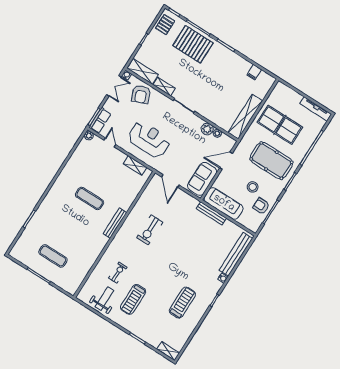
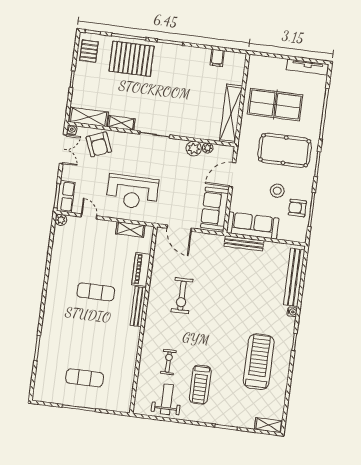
reception desk: (149, 140) -> (132, 192), turned 180
piano: (129, 198) -> (141, 269), added
treadmill: (182, 303) -> (259, 362), width x1.37, depth x1.38

